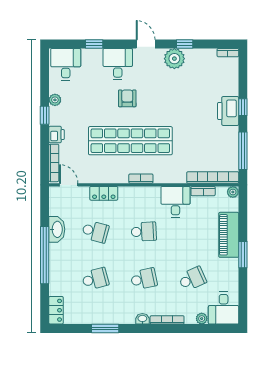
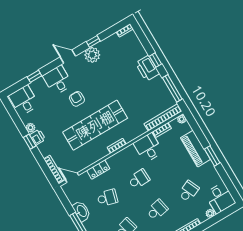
printer: (57, 135) -> (38, 137), moved

